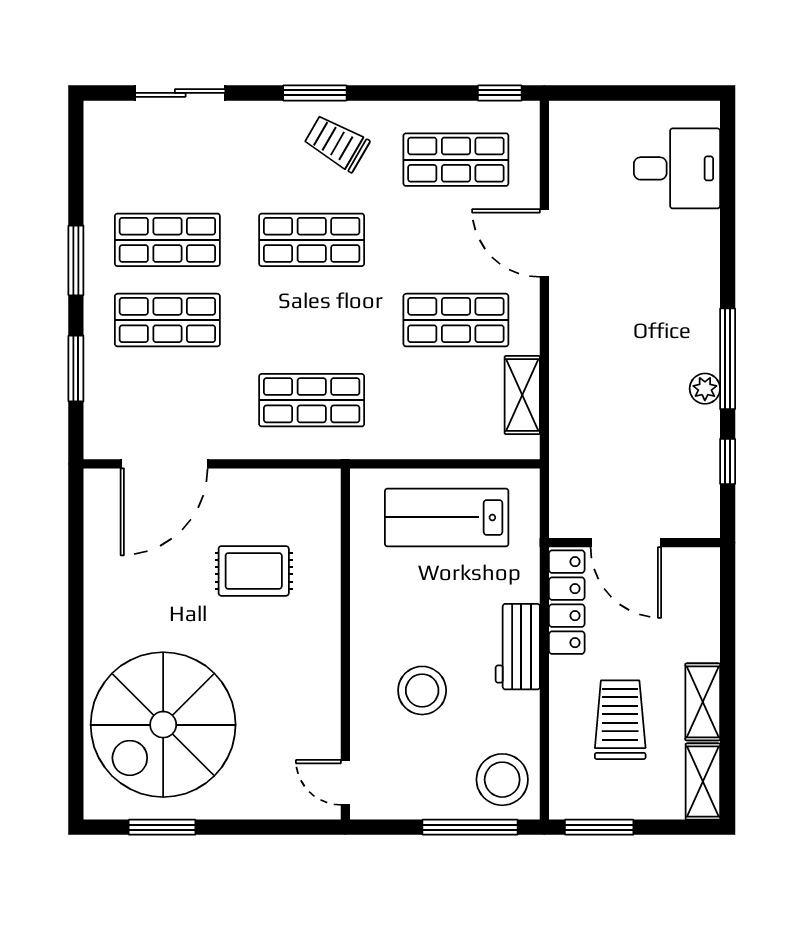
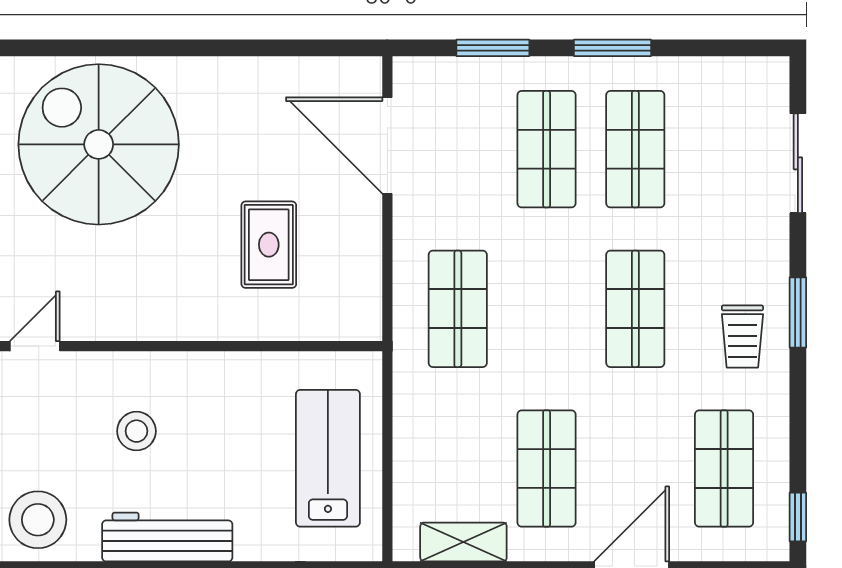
trolley: (337, 143) -> (742, 337), turned 150
workbench: (518, 647) -> (167, 537), width x1.38
stool: (422, 690) -> (136, 431), width x0.73, depth x0.73

